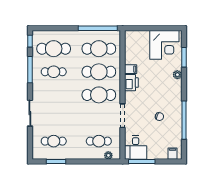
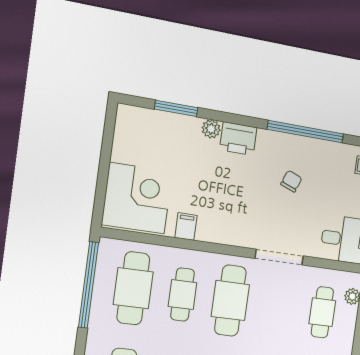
corner desk: (164, 45) -> (137, 198), moved
cafe table: (99, 72) -> (182, 294), width x0.73, depth x0.74
printer: (131, 83) -> (238, 139), moved, turned 180

